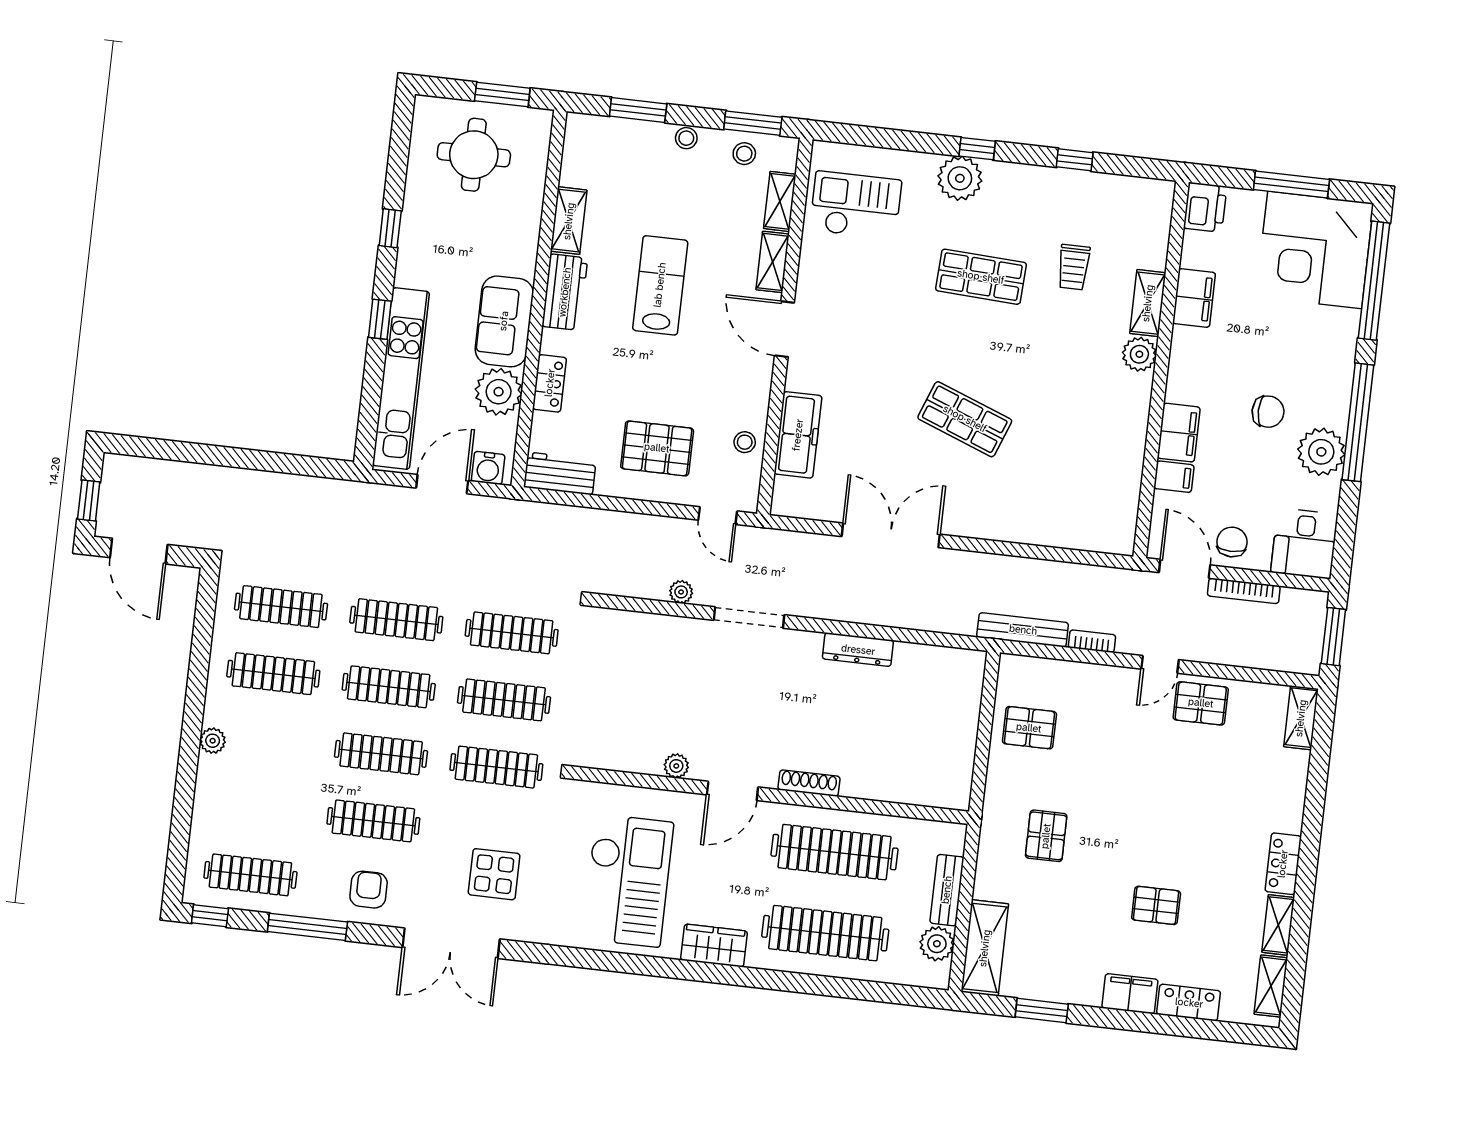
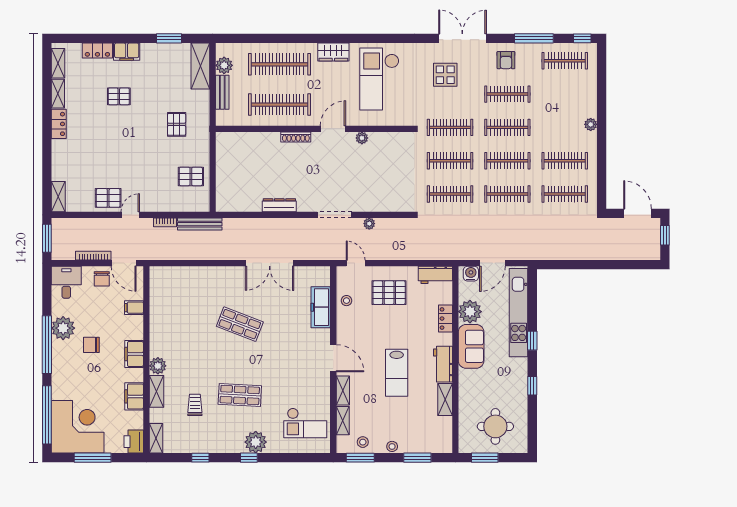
shelving: (1160, 209) -> (156, 438), added
filing cabinet: (1179, 433) -> (134, 354), moved

